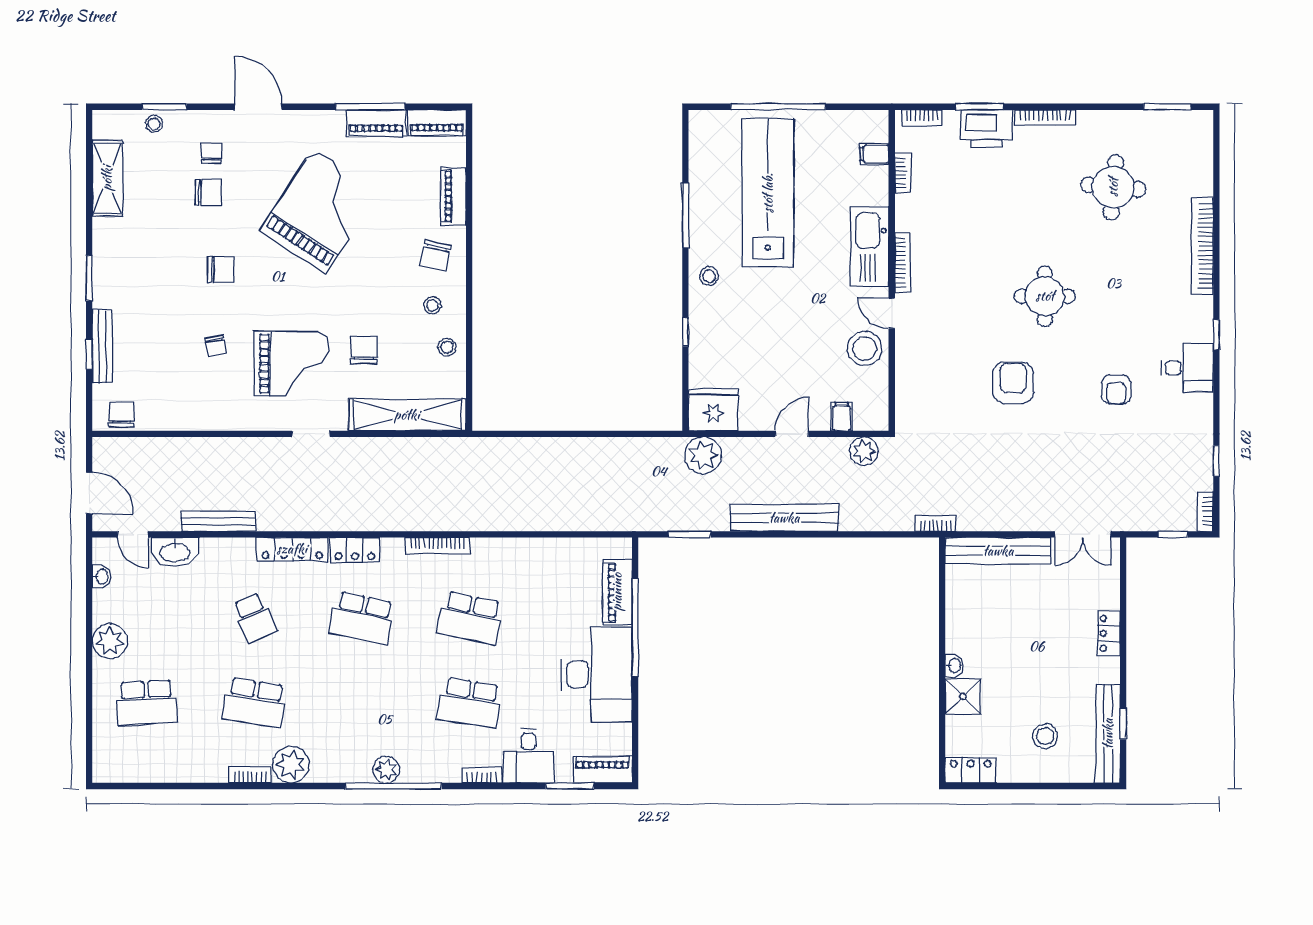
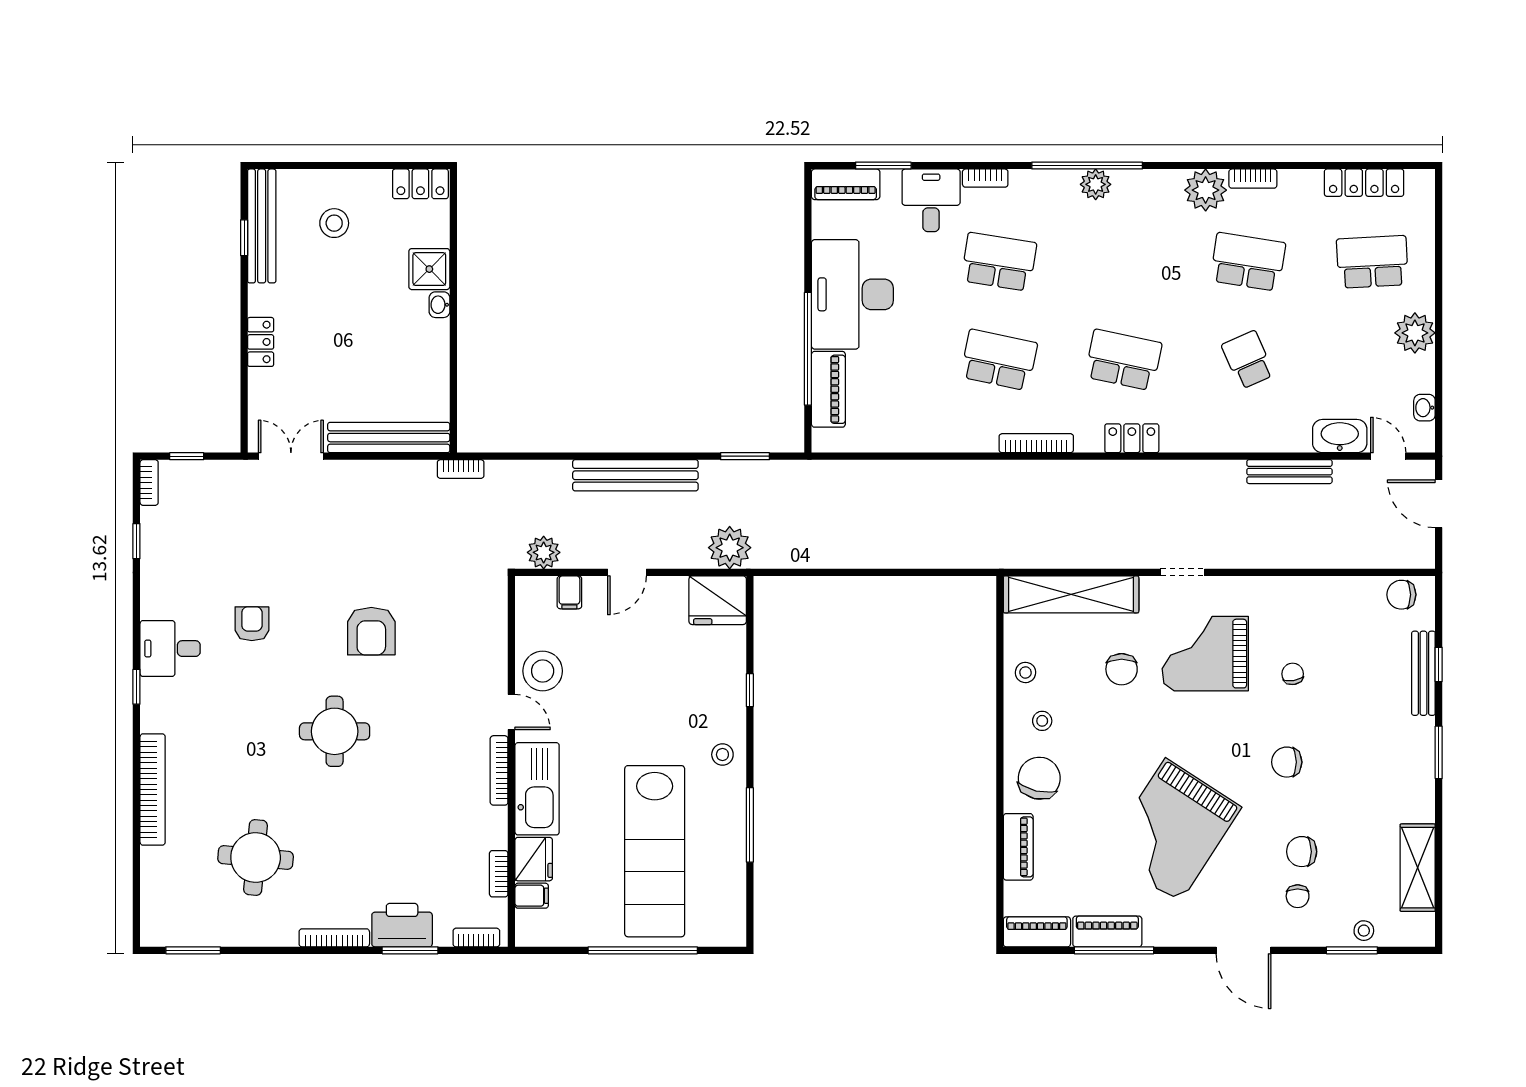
fridge: (873, 186) -> (534, 859), added
chair: (435, 256) -> (1039, 778), width x1.37, depth x1.37
chair: (122, 415) -> (1401, 595), turned 90
locker: (292, 549) -> (1364, 183), moved, turned 180

